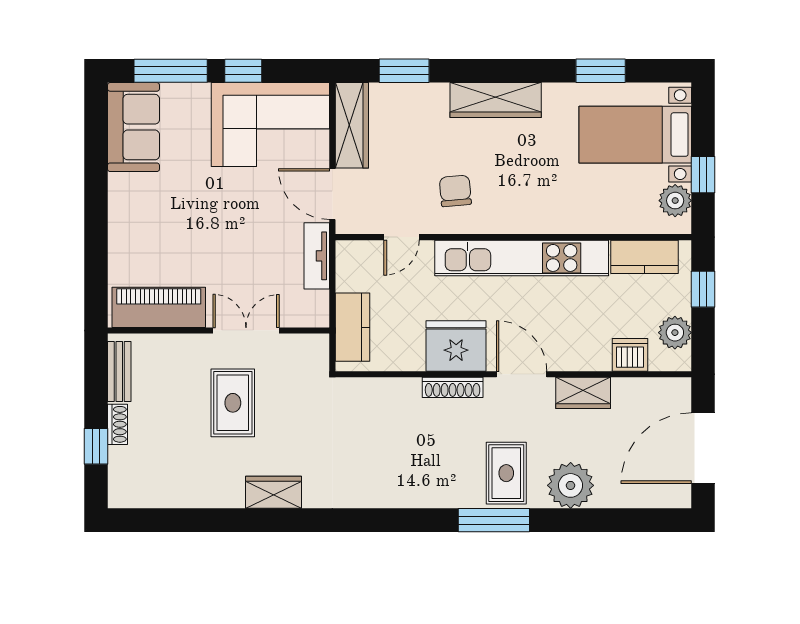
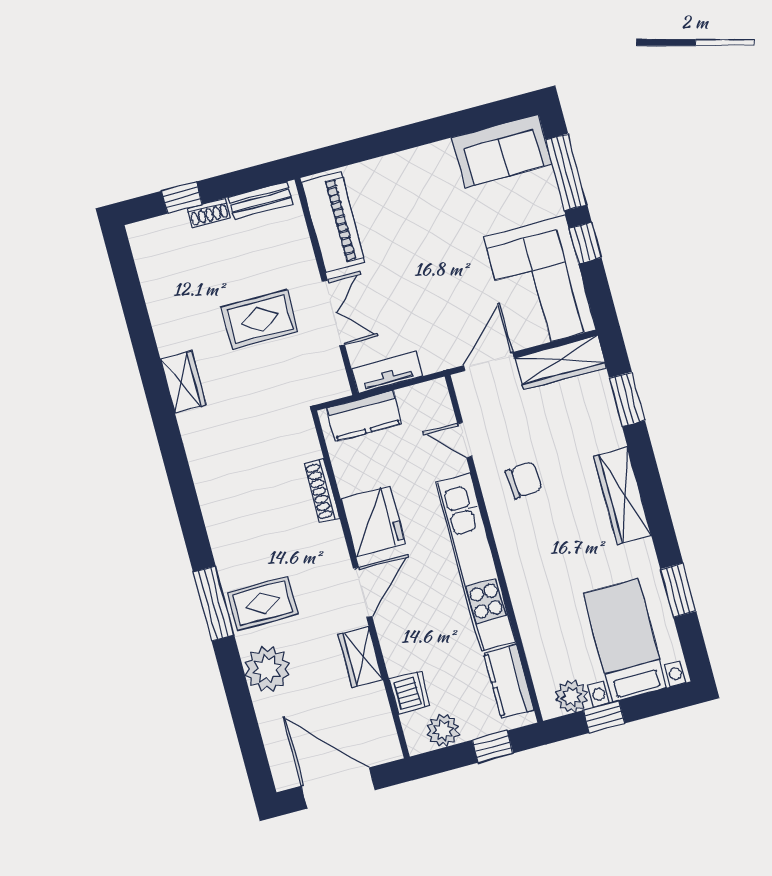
tv unit: (317, 256) -> (387, 373), moved
shoe rack: (453, 387) -> (322, 491), moved

